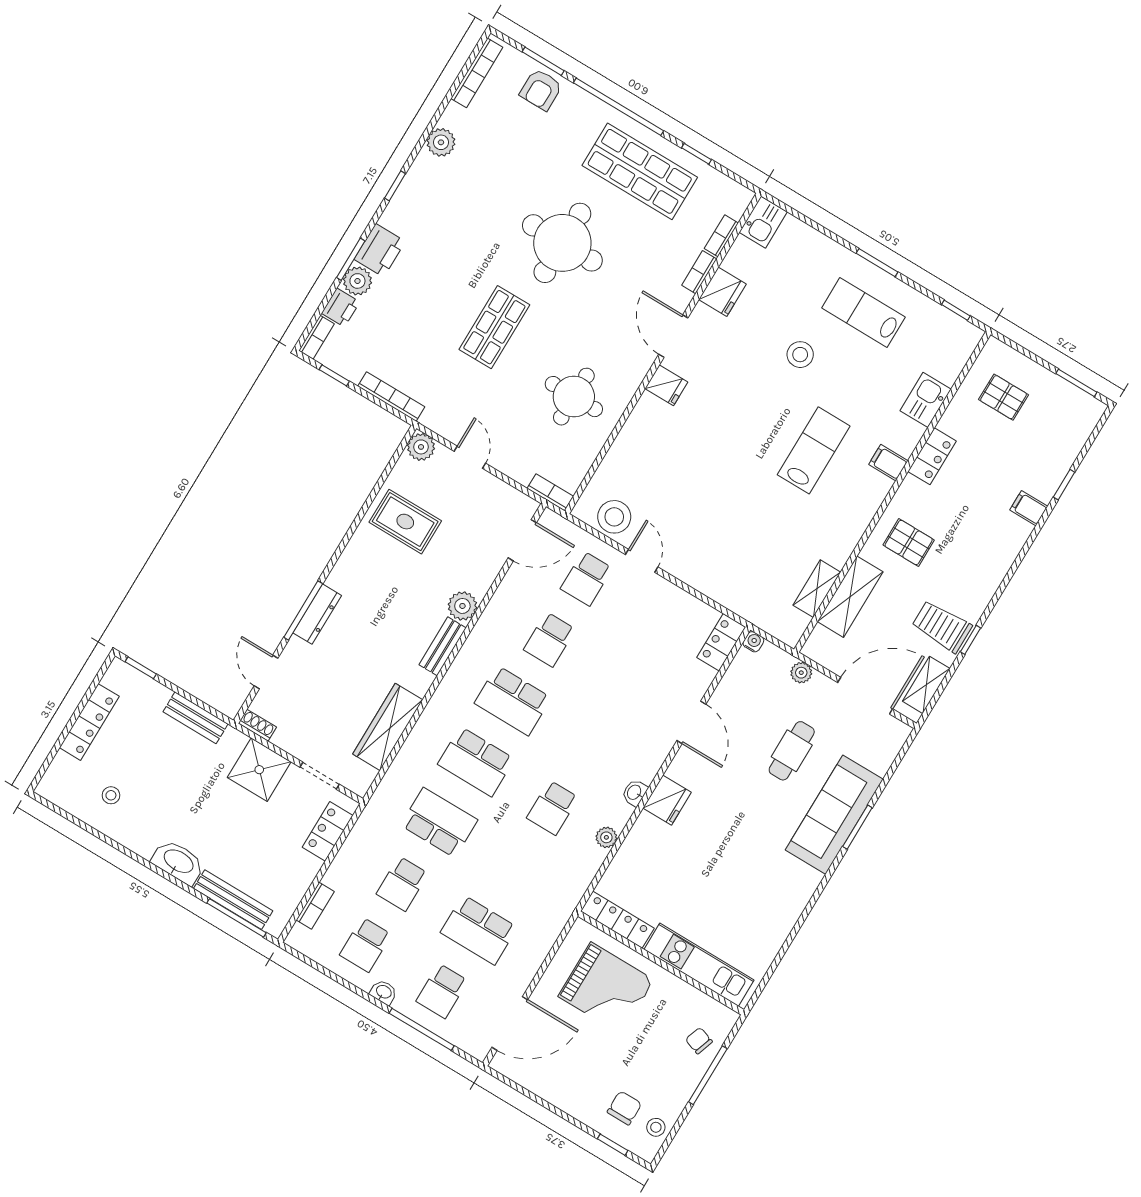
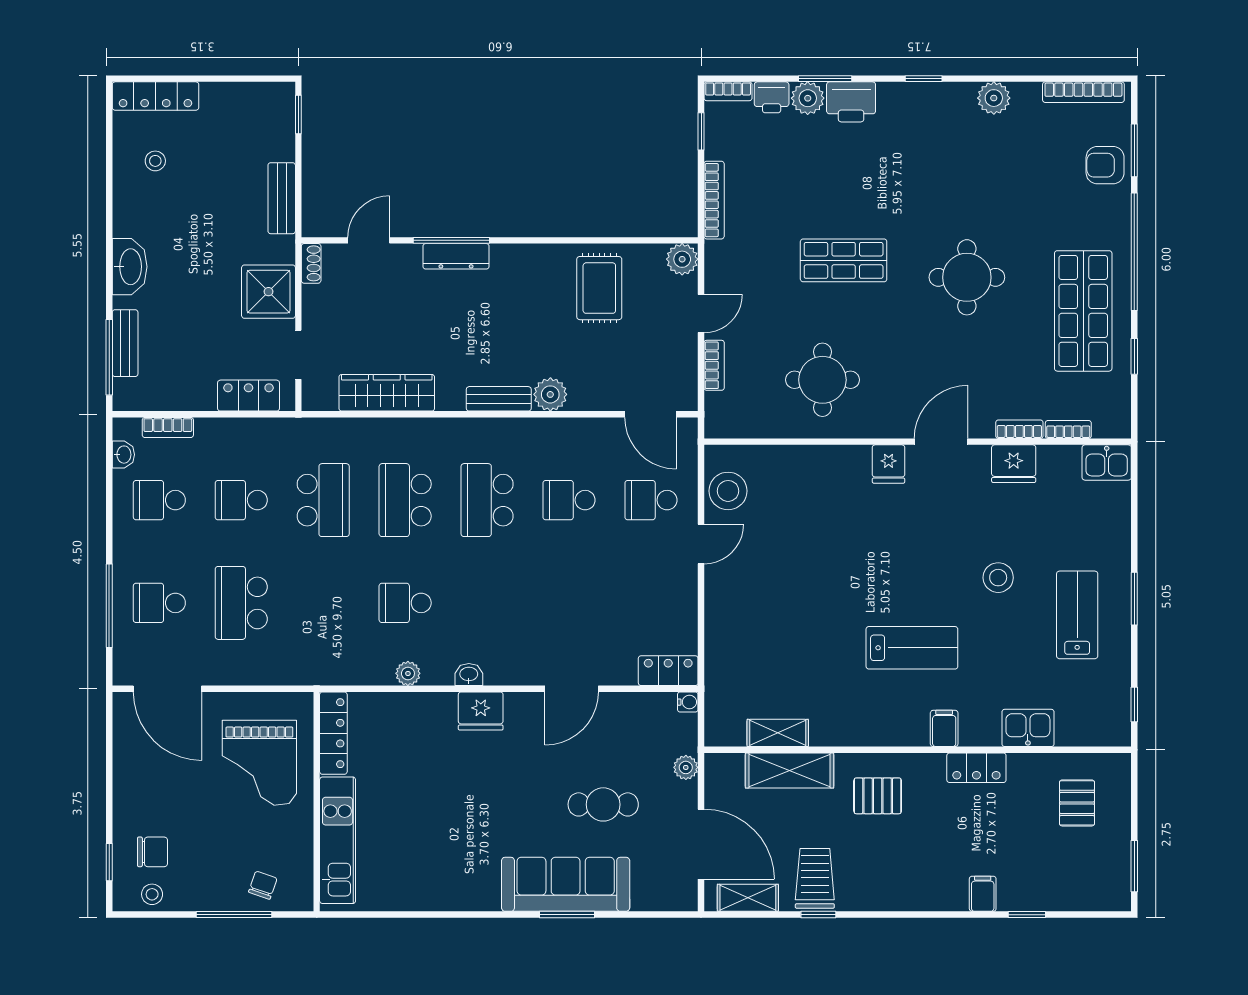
round table: (562, 243) -> (967, 277), width x0.73, depth x0.73
bookcase: (550, 492) -> (714, 365), moved
pallet: (909, 542) -> (878, 796), turned 90
locker: (89, 722) -> (155, 96), moved
bench: (233, 900) -> (125, 343), width x0.73
washbasin: (384, 992) -> (123, 455), moved

